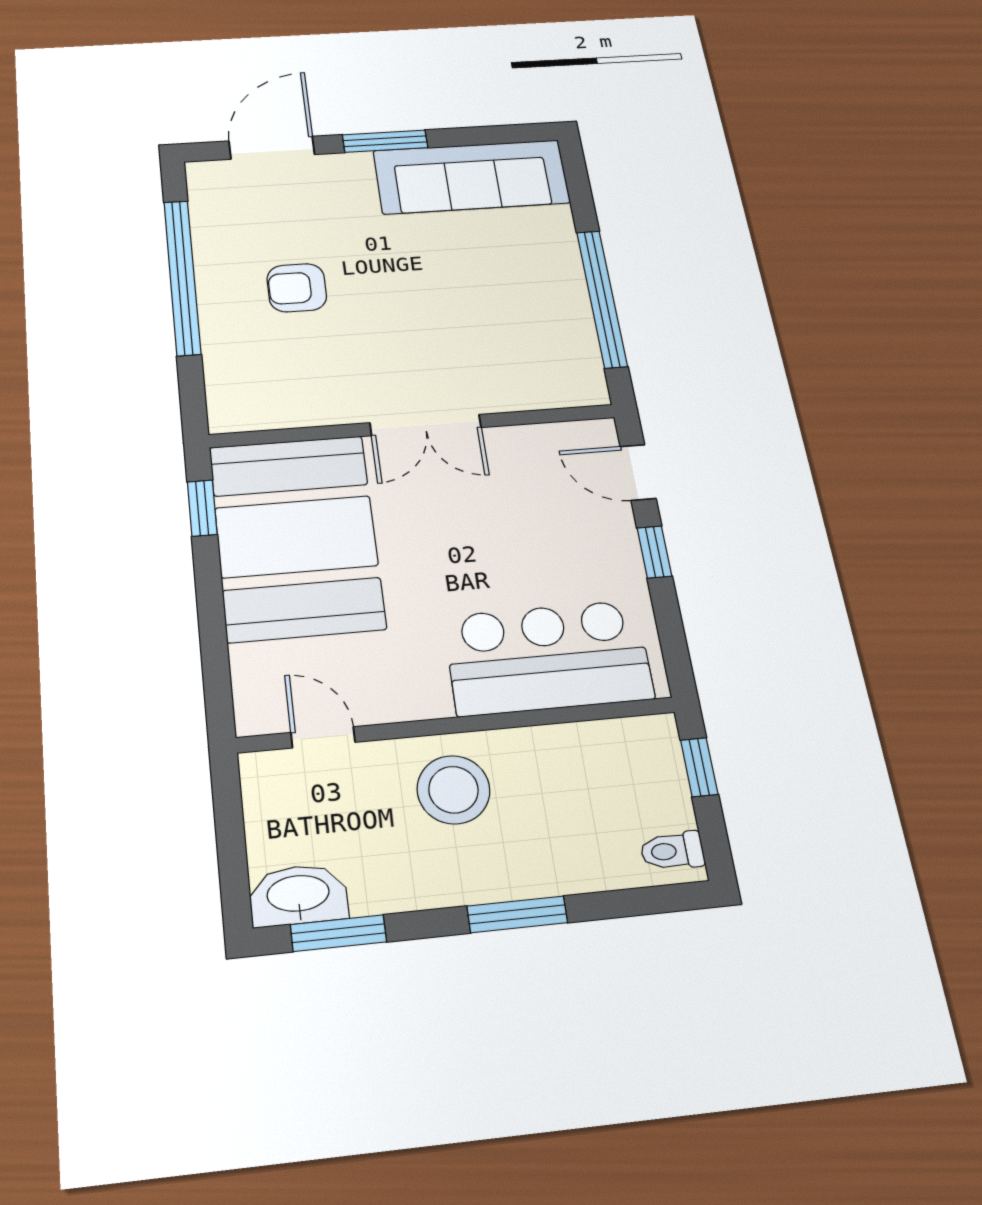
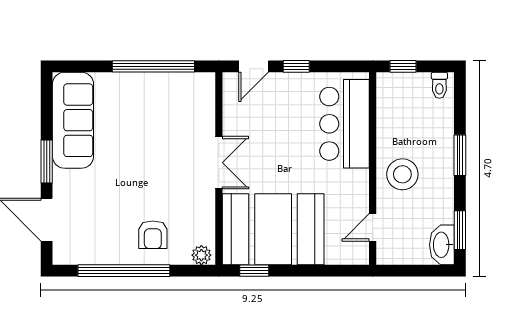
armchair: (297, 288) -> (153, 235), moved
plant: (227, 408) -> (201, 255), added

